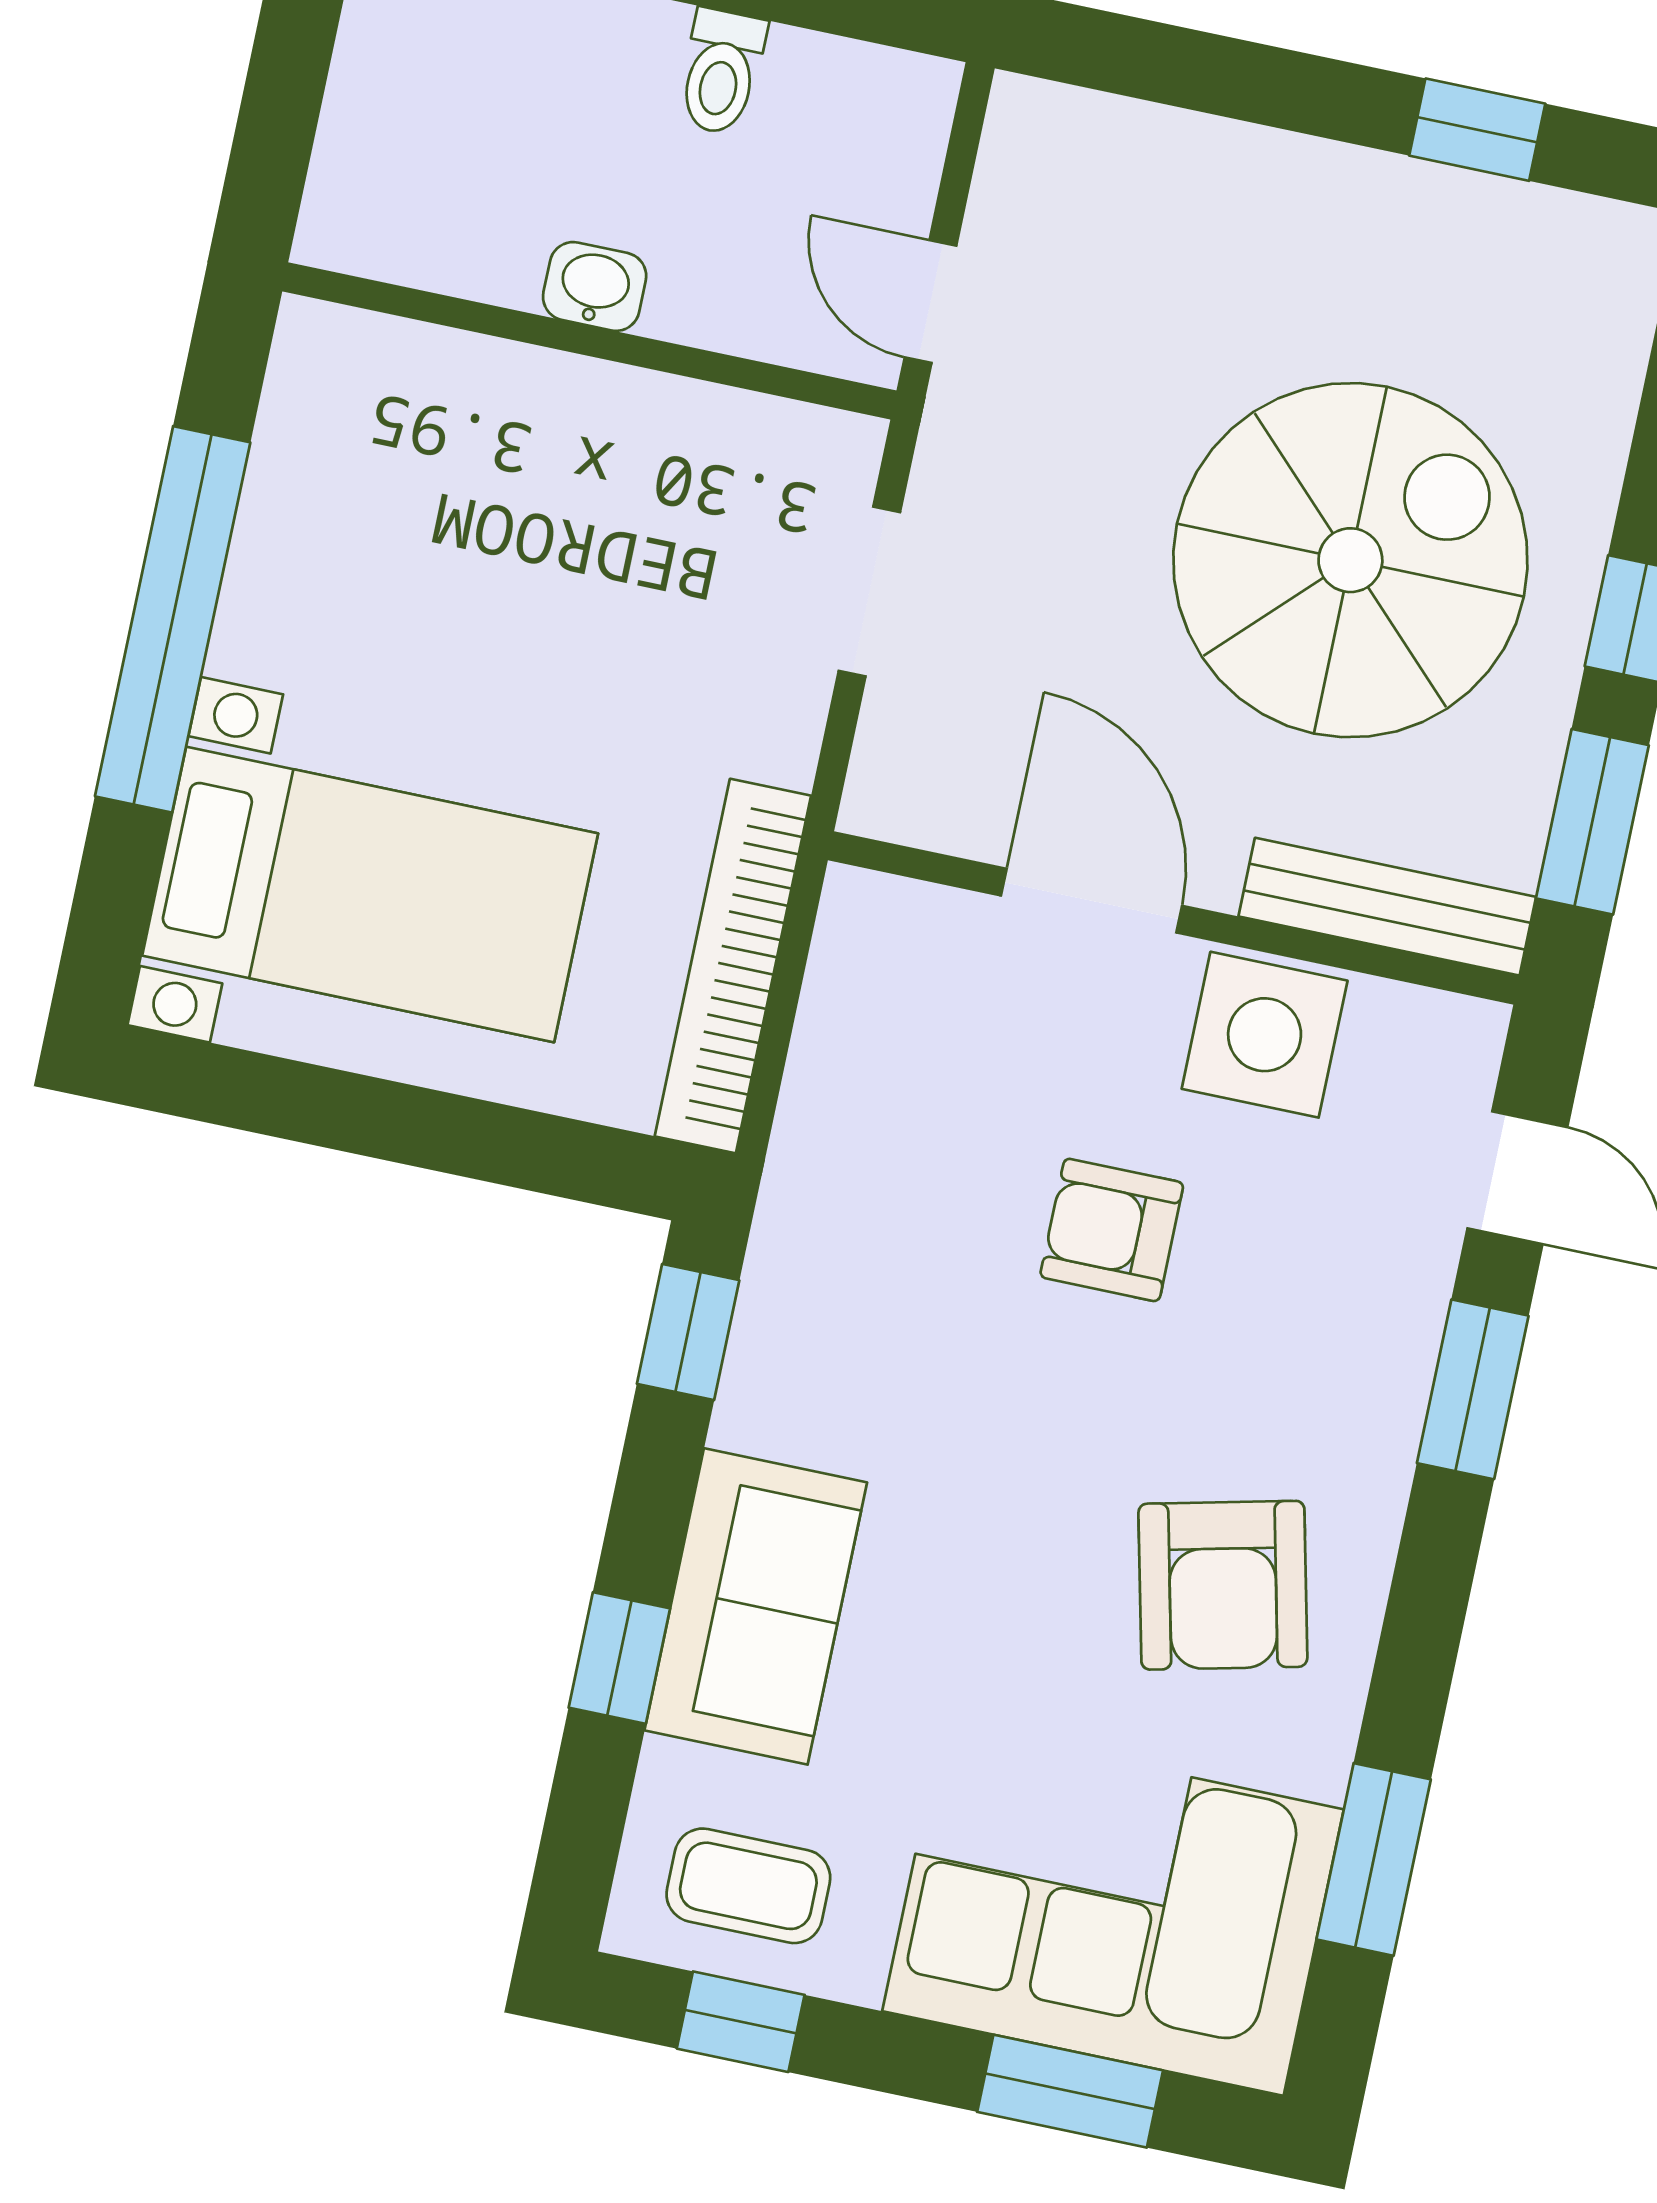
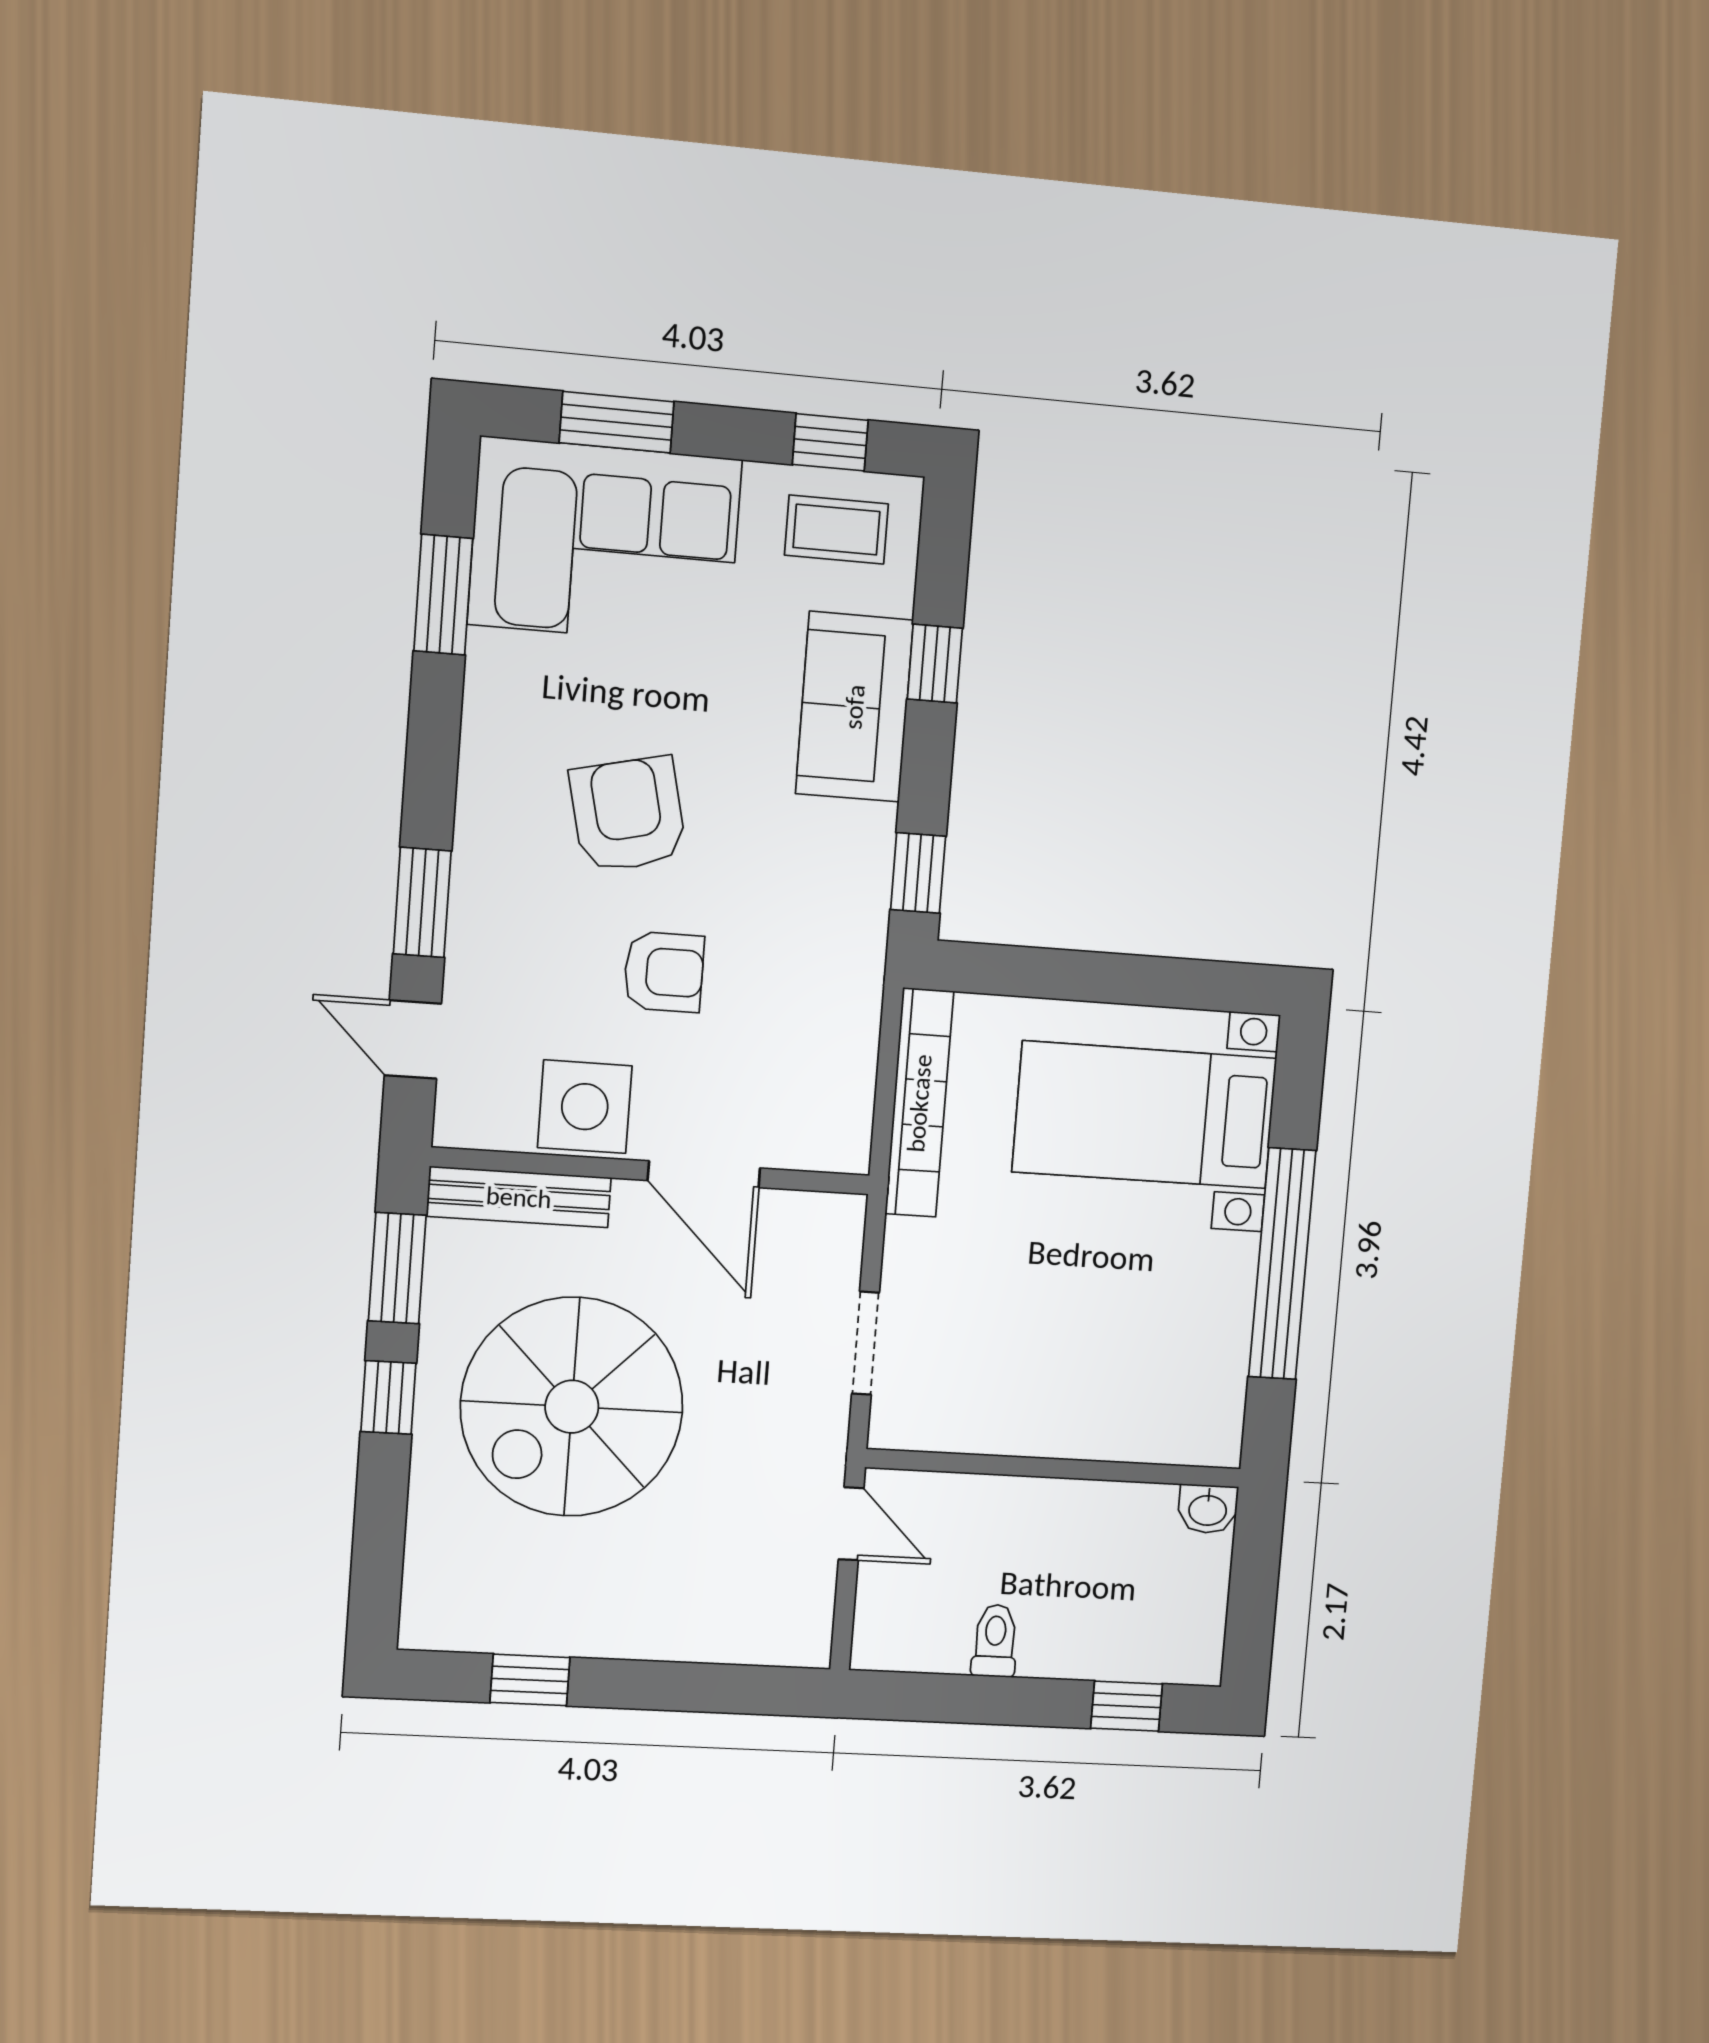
washbasin: (595, 286) -> (1208, 1509), moved
armchair: (1223, 1585) -> (628, 814), moved

